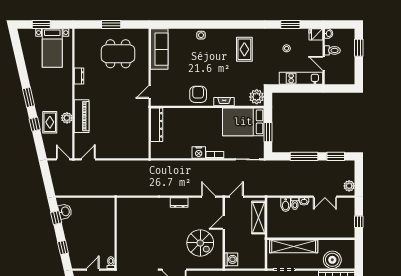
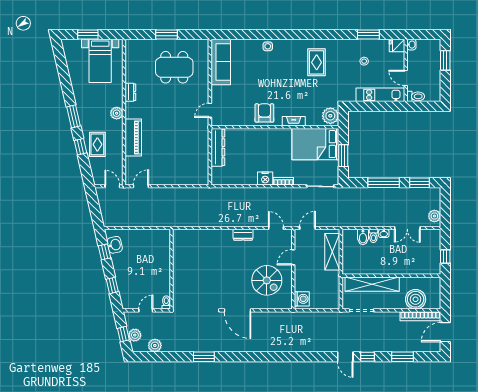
toilet: (332, 50) -> (416, 96), moved
plant: (67, 118) -> (117, 113), moved

